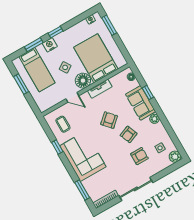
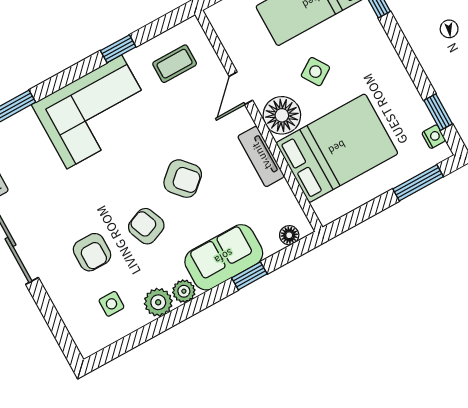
window: (55, 32) -> (438, 112), moved
nightstand: (50, 45) -> (372, 34), removed
plant: (175, 157) -> (158, 302), moved

